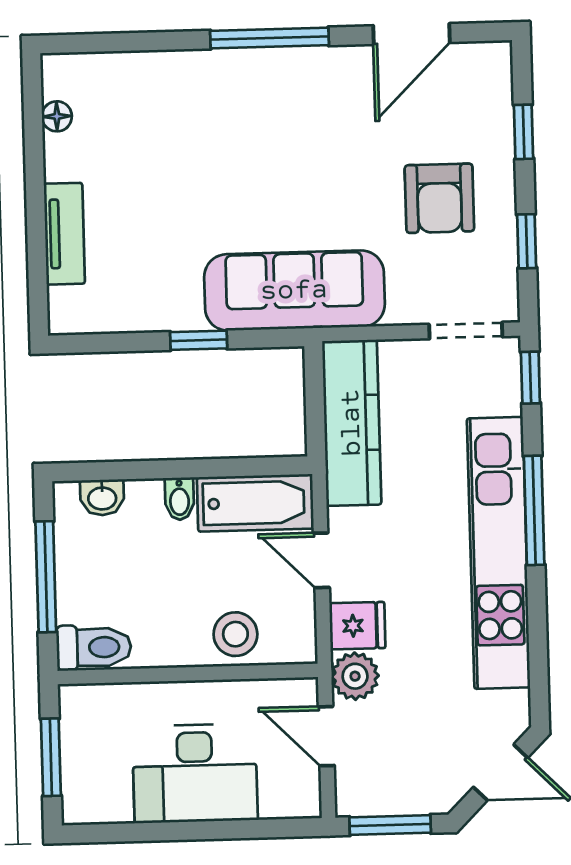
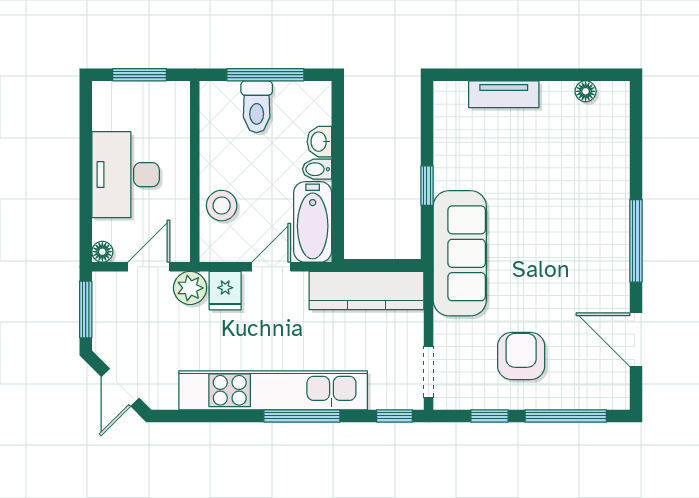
window: (524, 132) -> (566, 416), width x2.17
armchair: (439, 198) -> (521, 356), turned 90
washbasin: (102, 497) -> (319, 142), moved
toilet: (94, 647) -> (257, 107), moved
floor lamp: (307, 804) -> (102, 252), added

